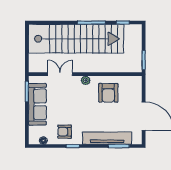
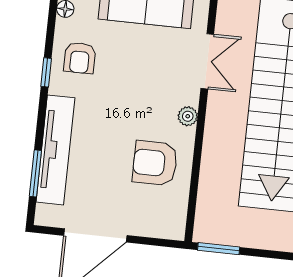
armchair: (65, 132) -> (80, 58), turned 180

